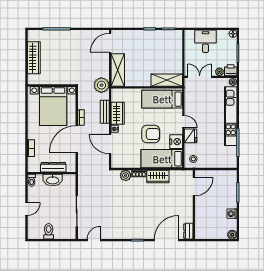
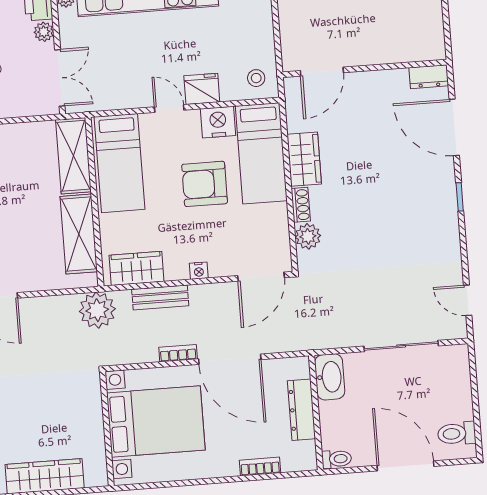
shelving: (118, 70) -> (79, 234), moved, turned 90
double door: (200, 77) -> (60, 78), swing flipped
wardrobe: (118, 113) -> (136, 268), moved
door: (183, 122) -> (169, 108), hinge flipped
armchair: (151, 134) -> (205, 184), turned -90
door: (110, 144) -> (261, 277), moved
washbasin: (53, 180) -> (330, 377), moved
door: (194, 187) -> (322, 72), swing flipped
door: (26, 209) -> (406, 466), width x1.88
toilet: (49, 231) -> (457, 433), moved

